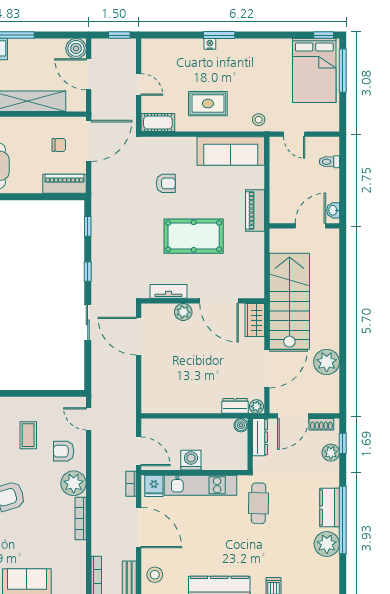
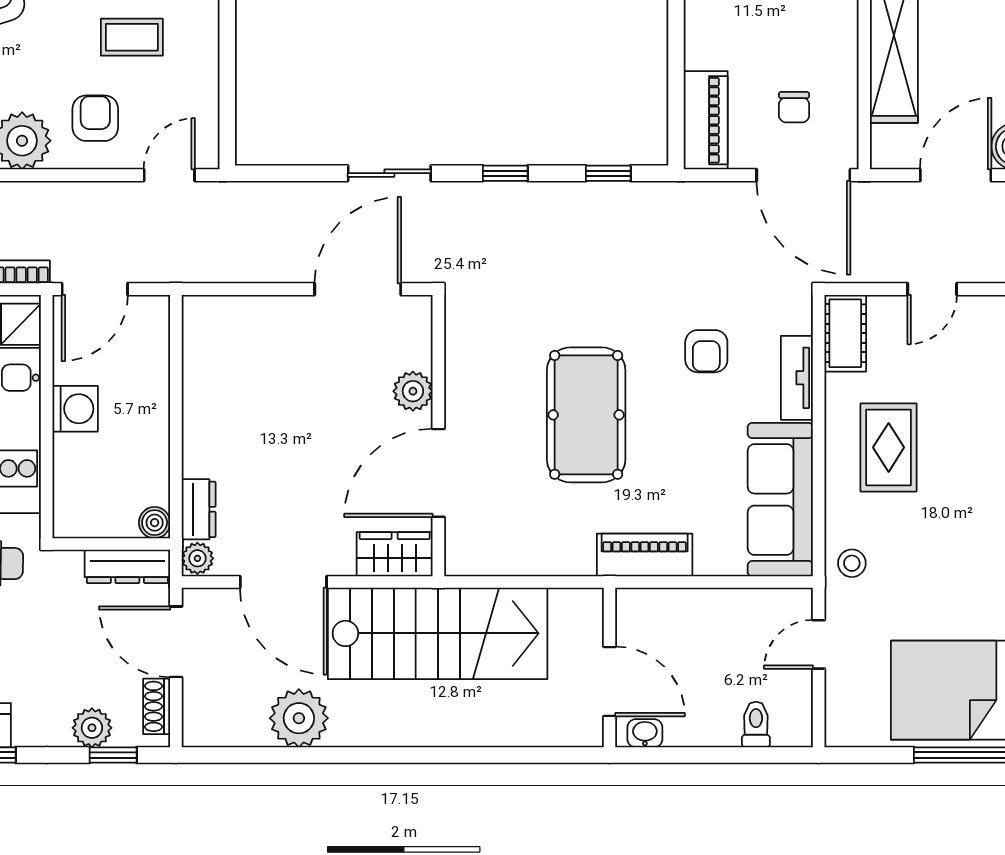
tv unit: (168, 291) -> (797, 378), moved, turned 180

